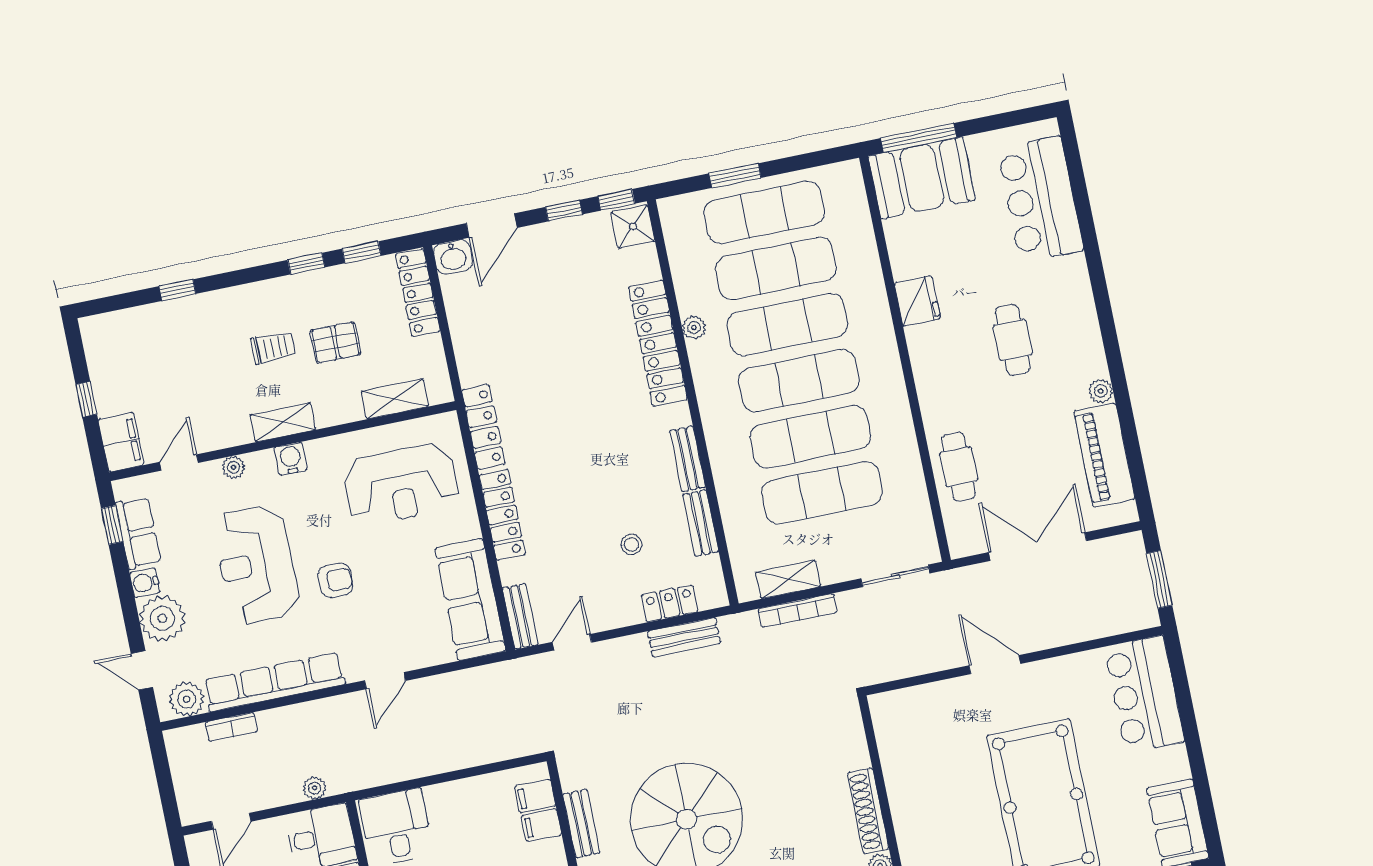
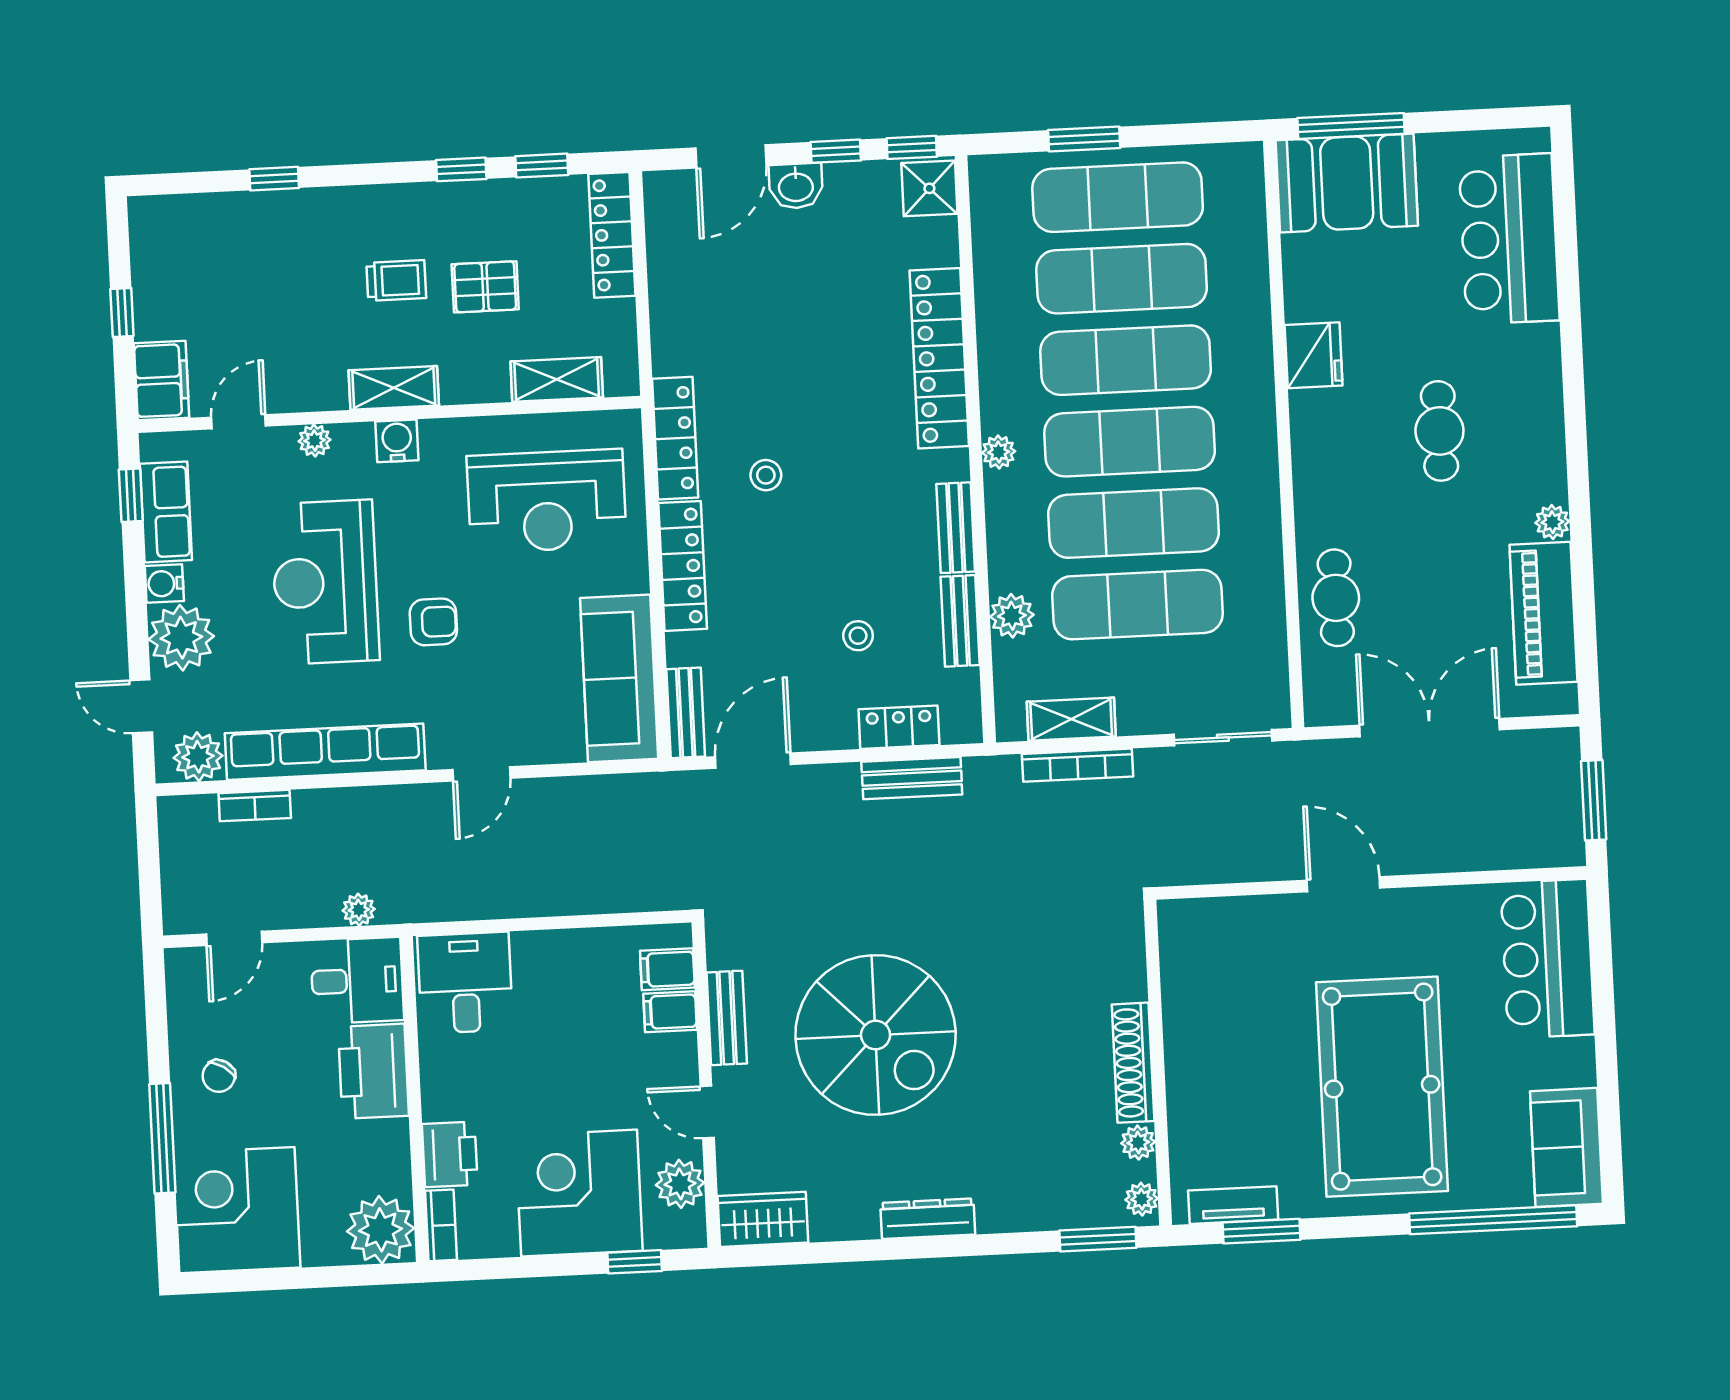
washbasin: (453, 257) -> (796, 186), moved
plant: (694, 328) -> (999, 452), moved
stool: (550, 443) -> (766, 475), added
plant: (736, 514) -> (1012, 616), added
door: (572, 642) -> (753, 761), width x1.38

